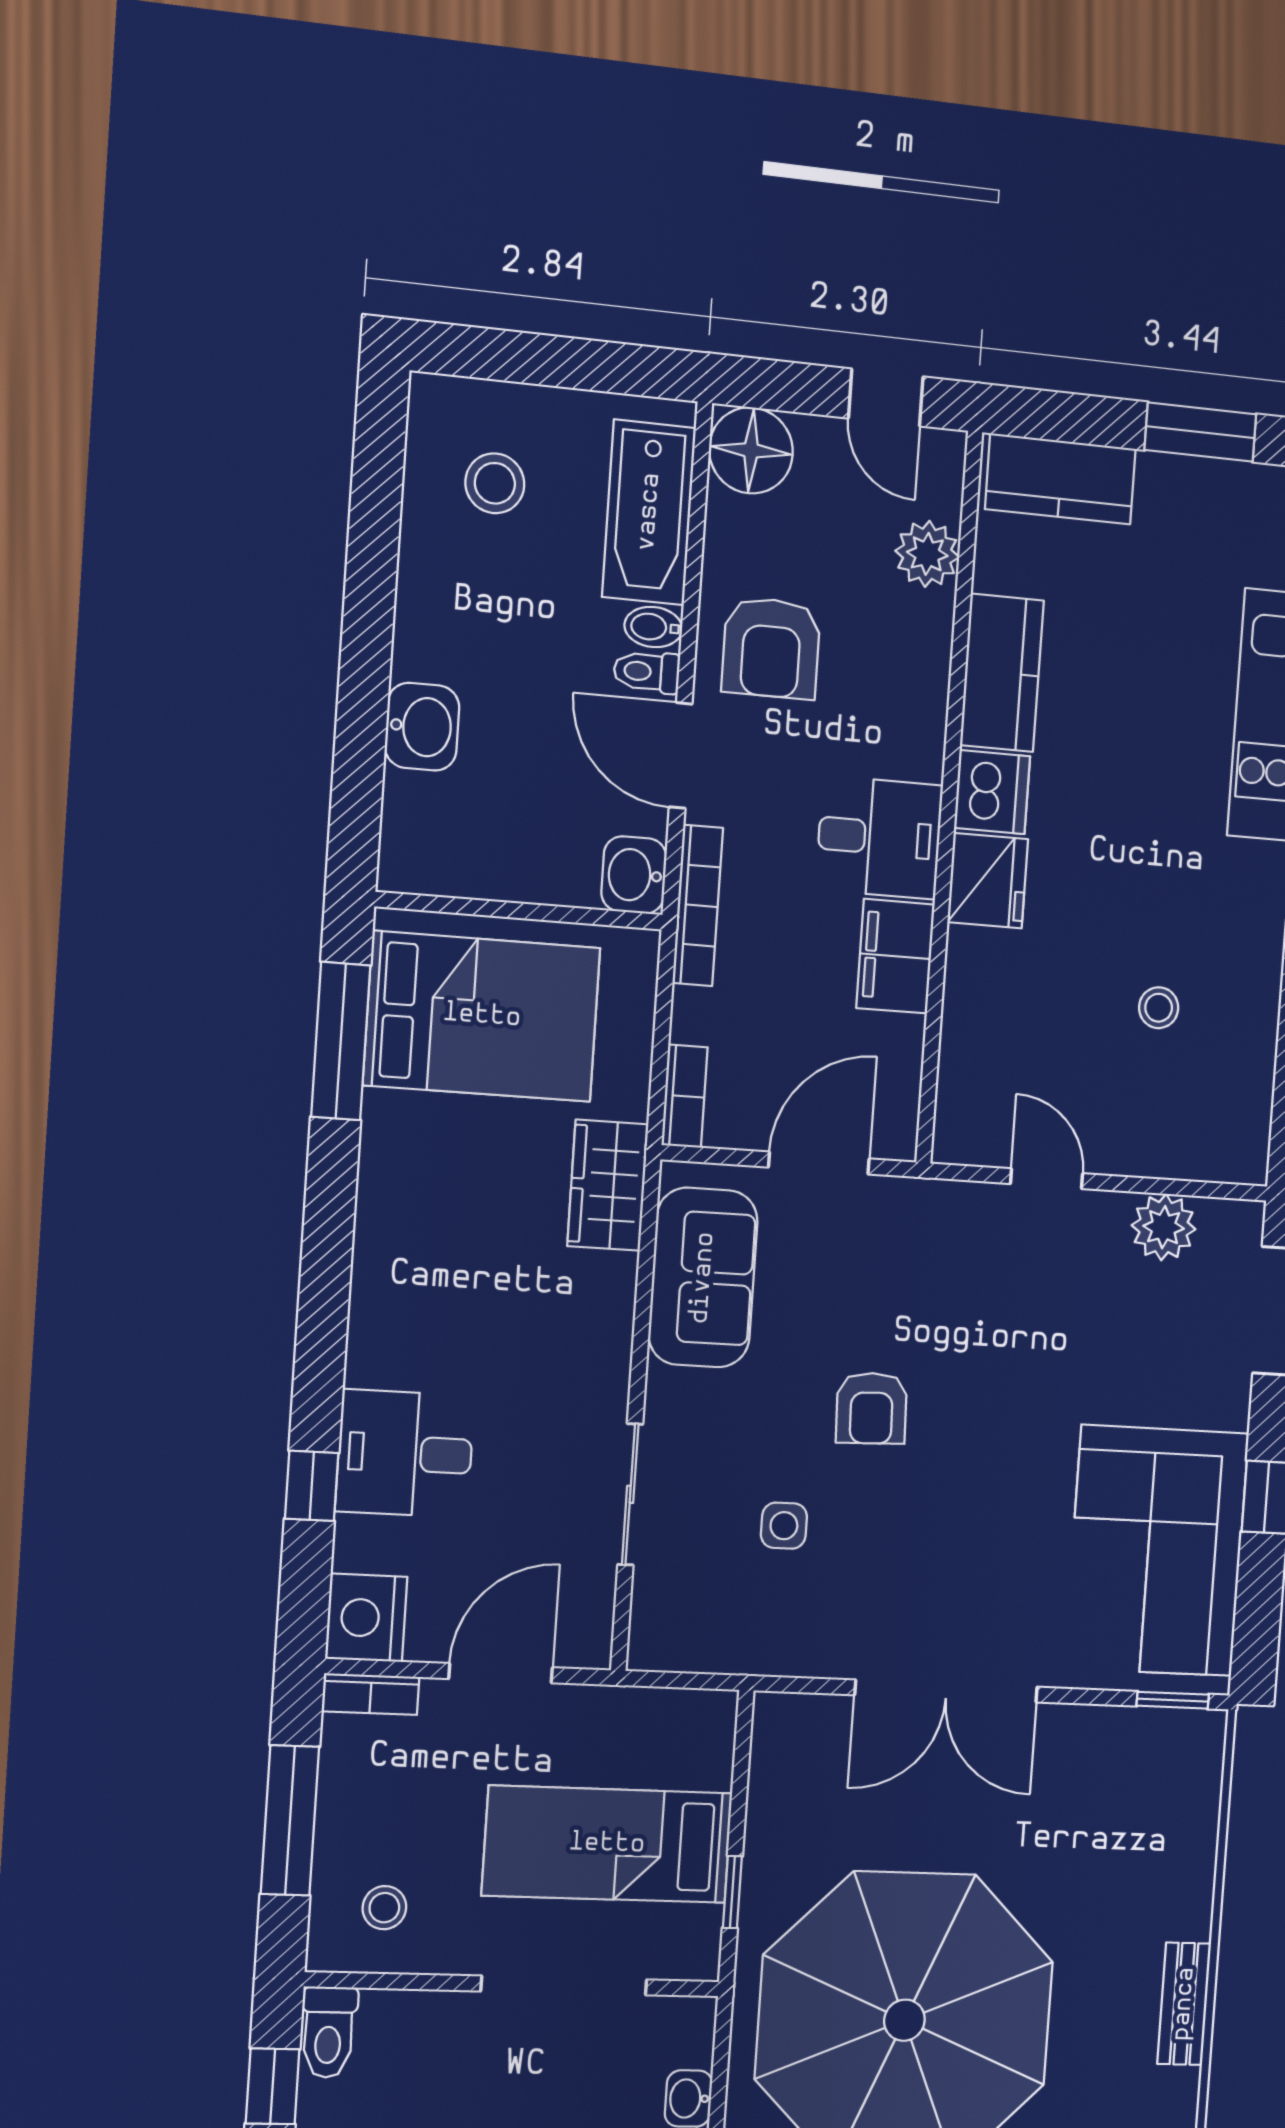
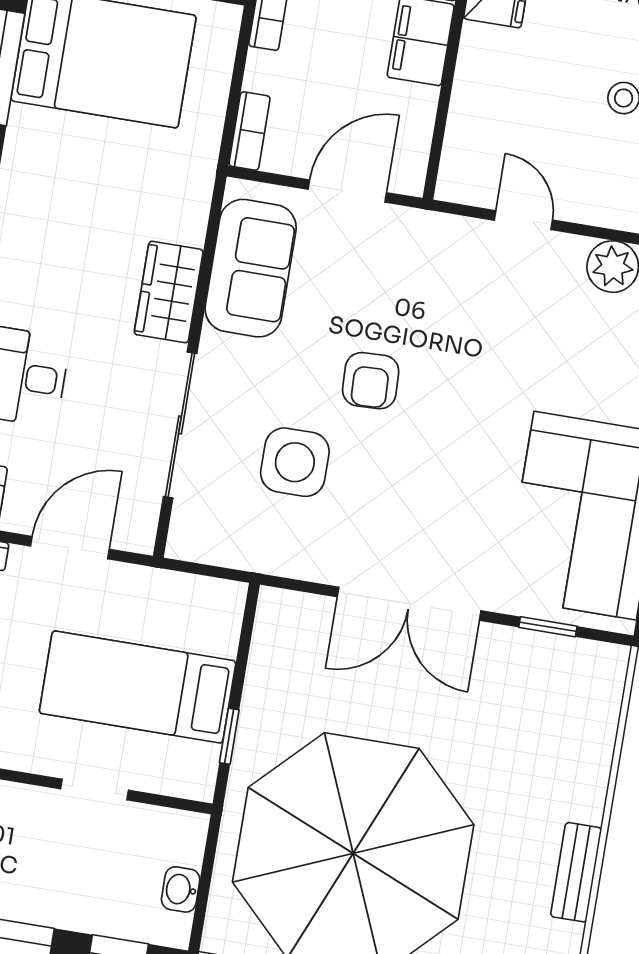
wardrobe: (608, 1185) -> (169, 292), moved
sliding door: (630, 1494) -> (180, 425), width x1.37
side table: (784, 1526) -> (295, 462), width x1.87, depth x1.87
window: (1173, 1700) -> (548, 627), moved
doorway: (564, 1985) -> (94, 790), width x0.53

